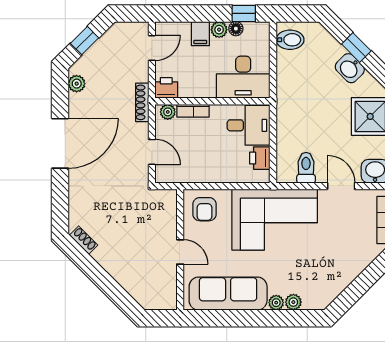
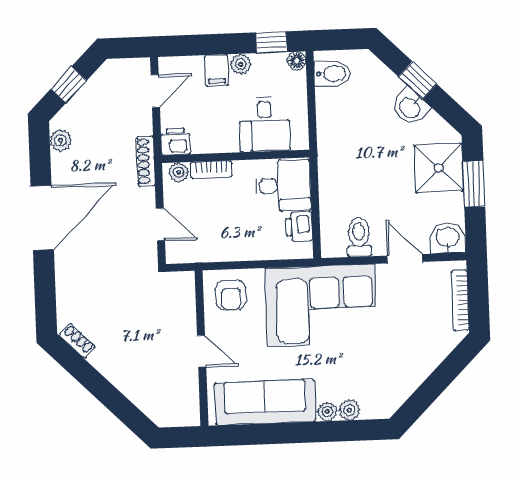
floor lamp: (236, 29) -> (297, 61), moved
desk: (243, 77) -> (265, 124), width x0.73

